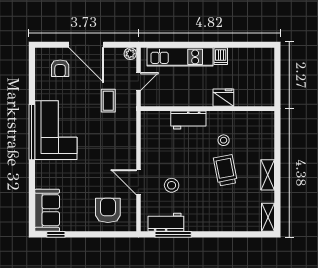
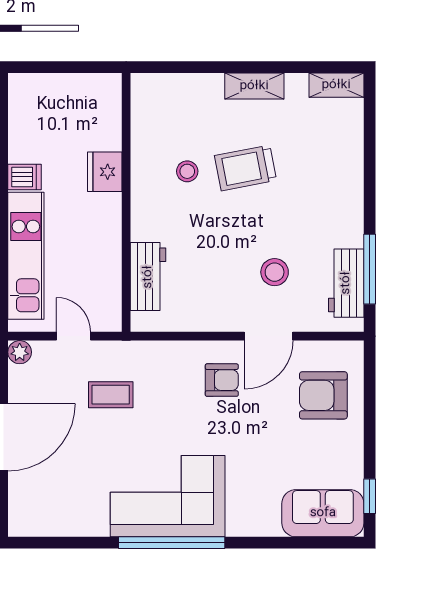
armchair: (60, 68) -> (222, 380), moved
workbench: (188, 120) -> (148, 277), moved

